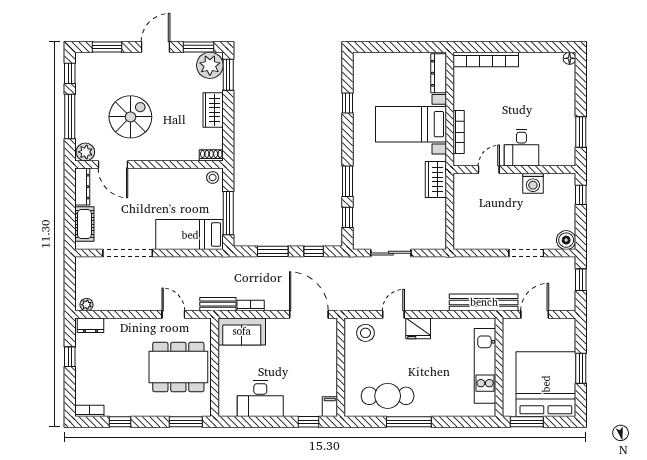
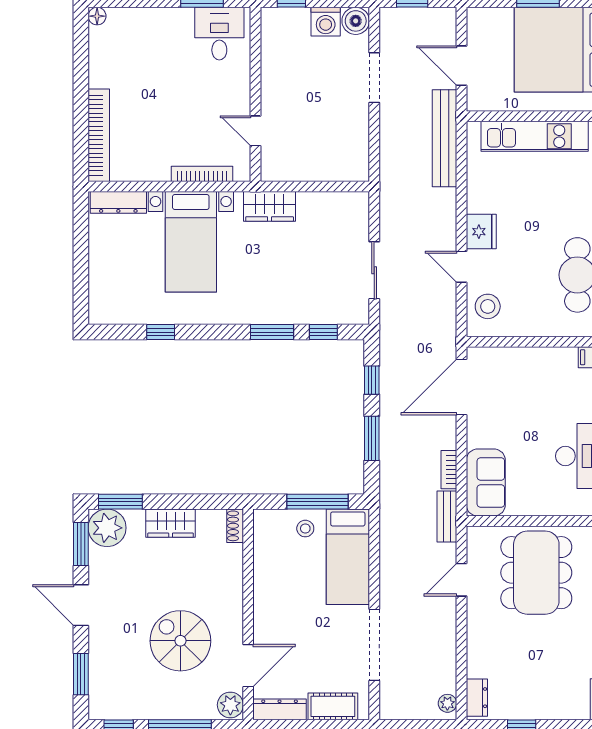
desk: (521, 148) -> (219, 34), moved, turned -90
stool: (213, 177) -> (305, 529), moved
washing machine: (533, 183) -> (326, 22), moved, turned 90

